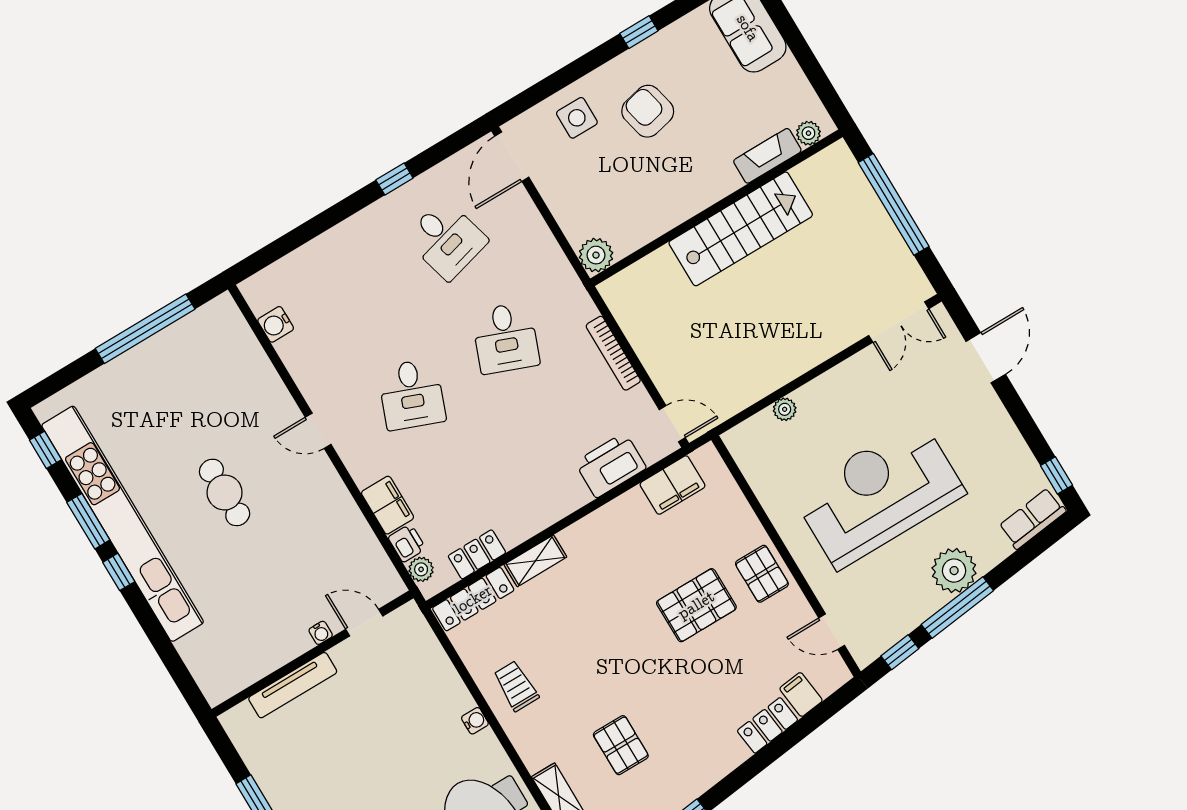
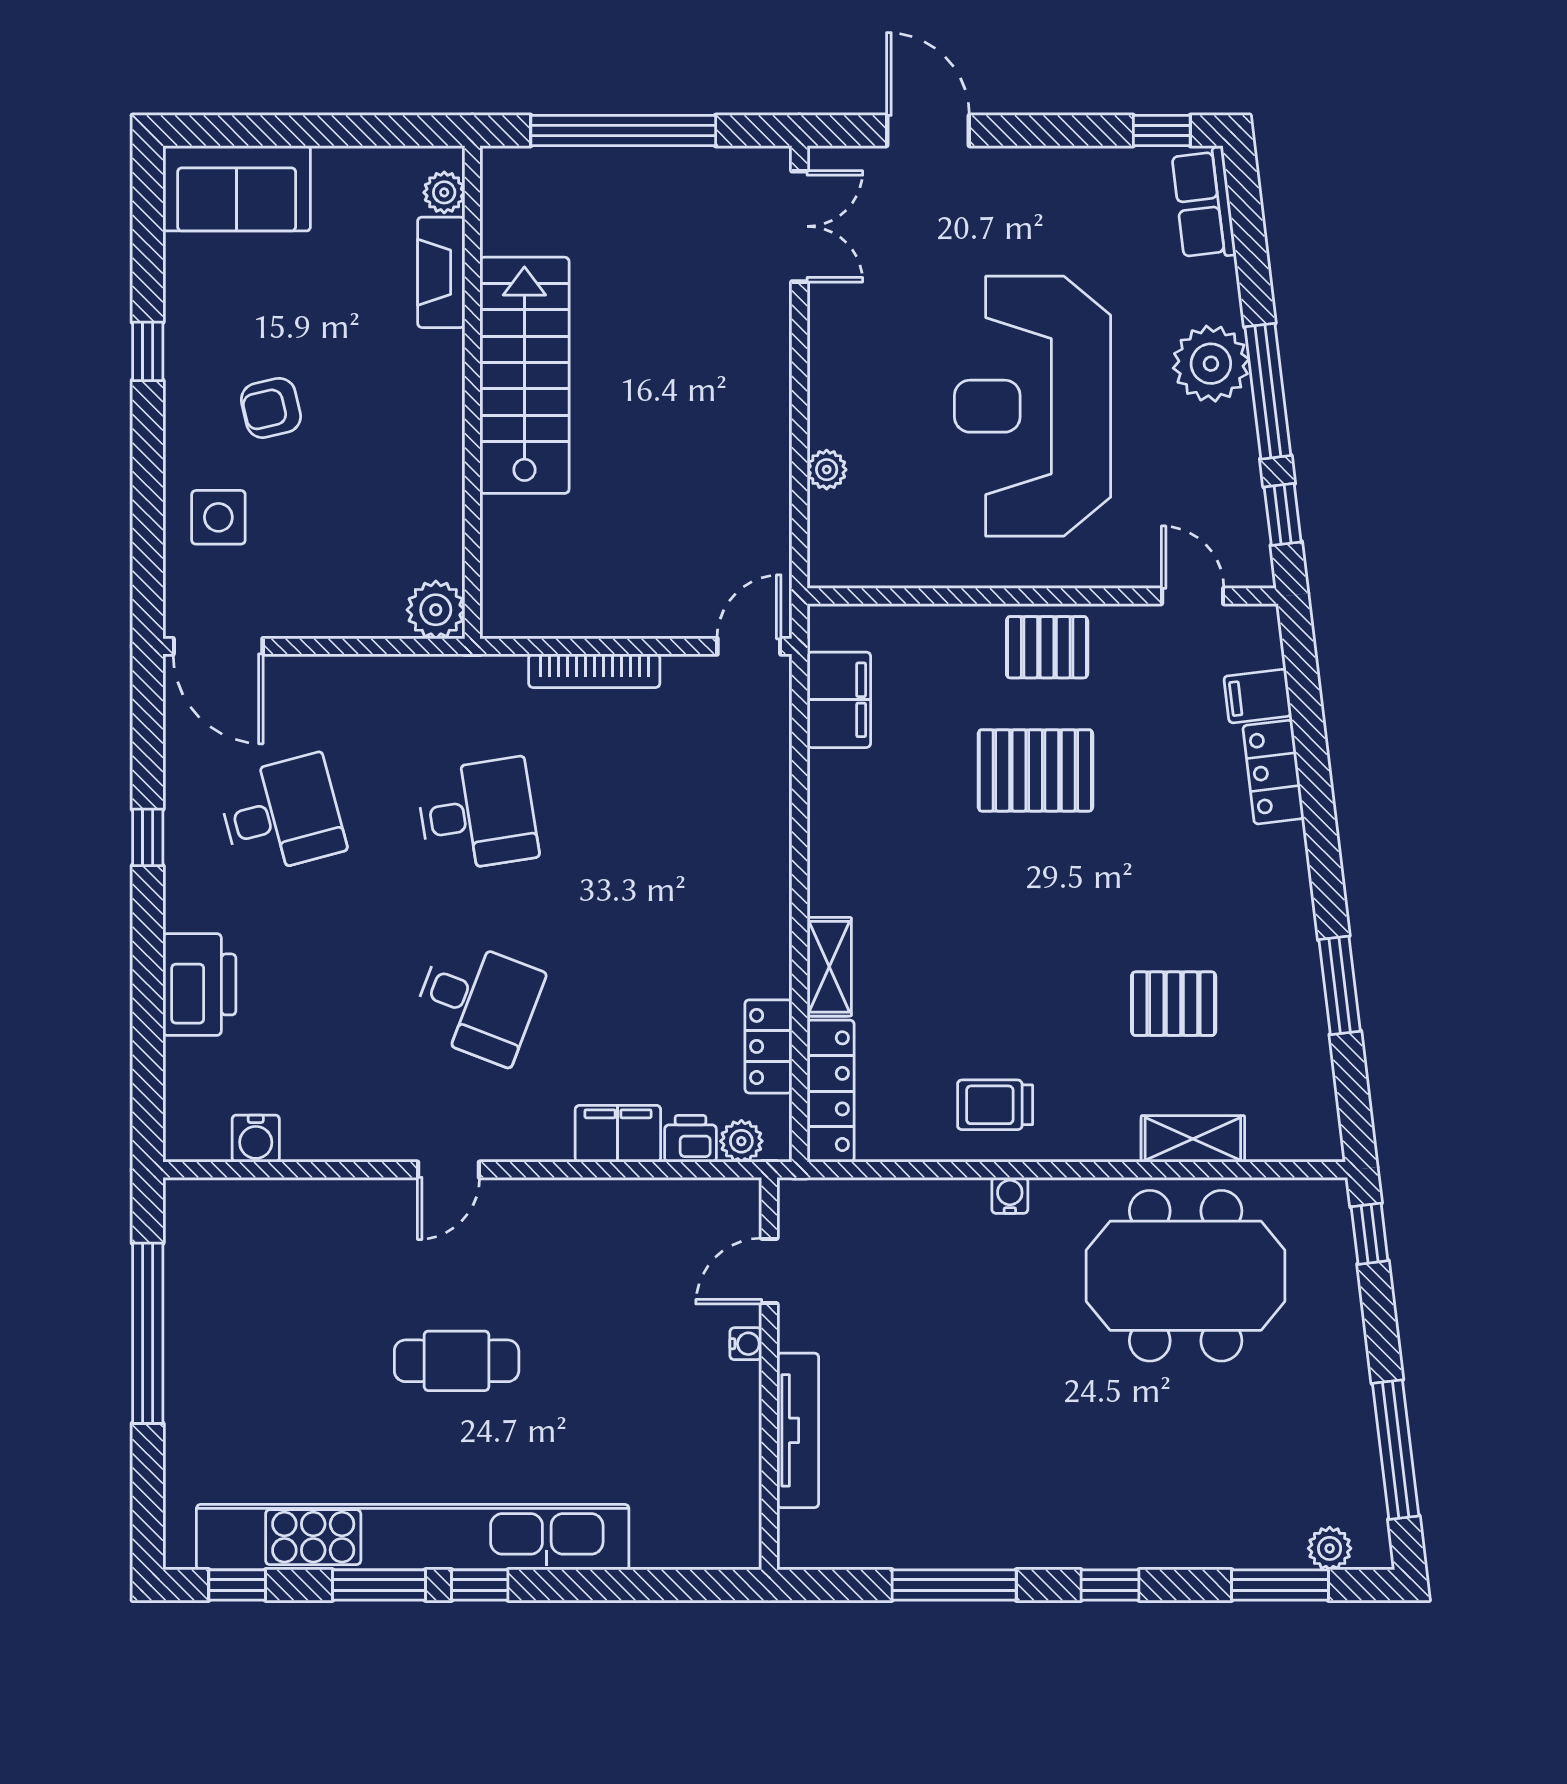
armchair: (648, 111) -> (271, 408), width x0.72, depth x0.72
desk: (505, 338) -> (477, 815), turned -30
printer: (611, 465) -> (199, 984), moved, turned 180
pallet: (696, 605) -> (1035, 770), turned 90
door: (832, 632) -> (1193, 596), swing flipped

